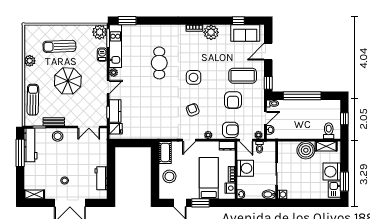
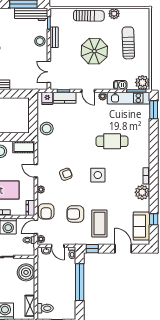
sun lounger: (33, 100) -> (89, 16), moved
stool: (146, 129) -> (47, 129), added
boiler: (306, 150) -> (26, 272), moved

